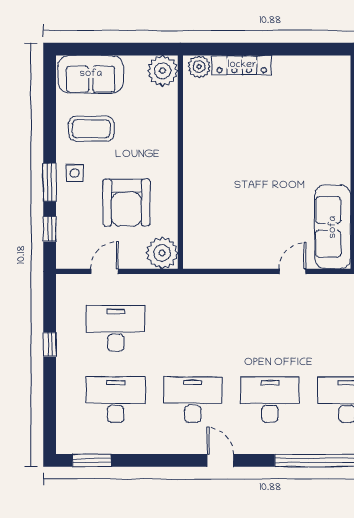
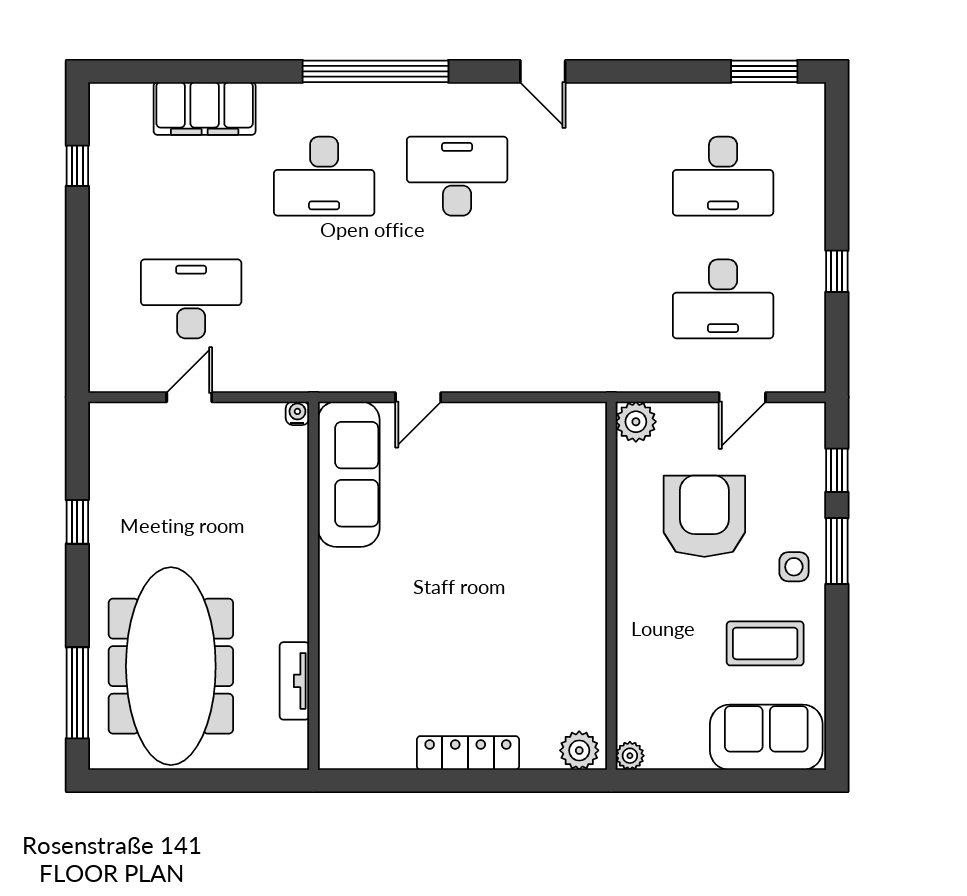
locker: (242, 65) -> (468, 753), moved
plant: (163, 71) -> (630, 756), width x0.53, depth x0.53
plant: (162, 253) -> (636, 422), width x0.73, depth x0.73
desk: (193, 400) -> (590, 176), removed
desk: (270, 400) -> (457, 176), turned 180

